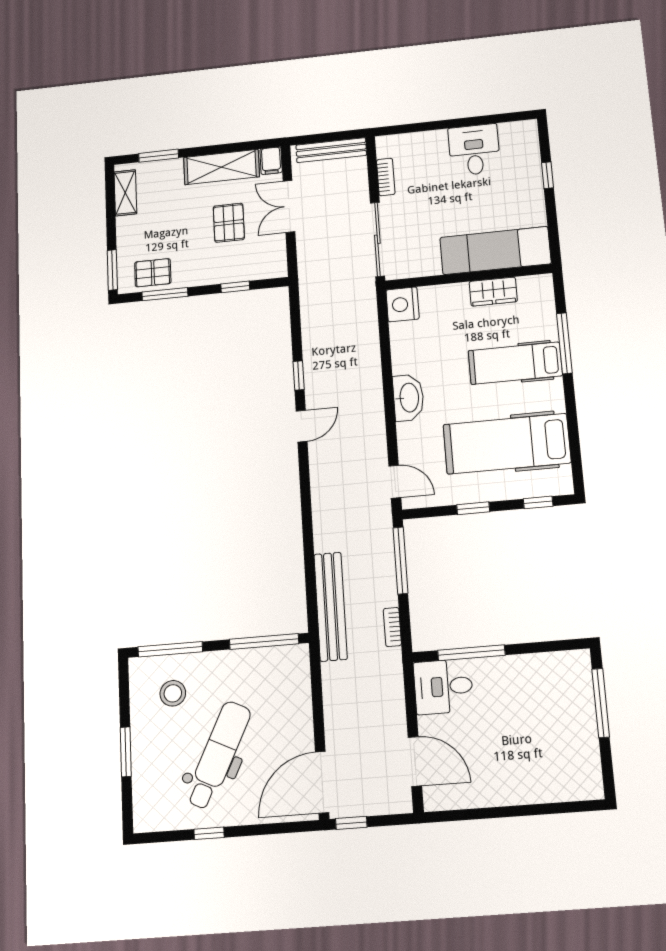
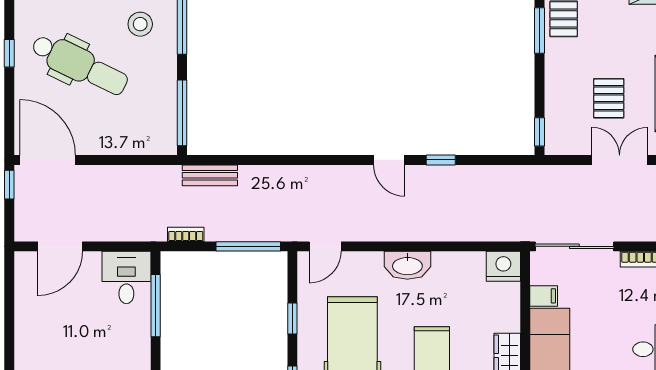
pallet: (229, 223) -> (609, 98), turned 90
filing cabinet: (430, 263) -> (544, 296), added
window: (235, 287) -> (539, 132), moved
bench: (331, 607) -> (210, 175), width x0.54, depth x0.82

